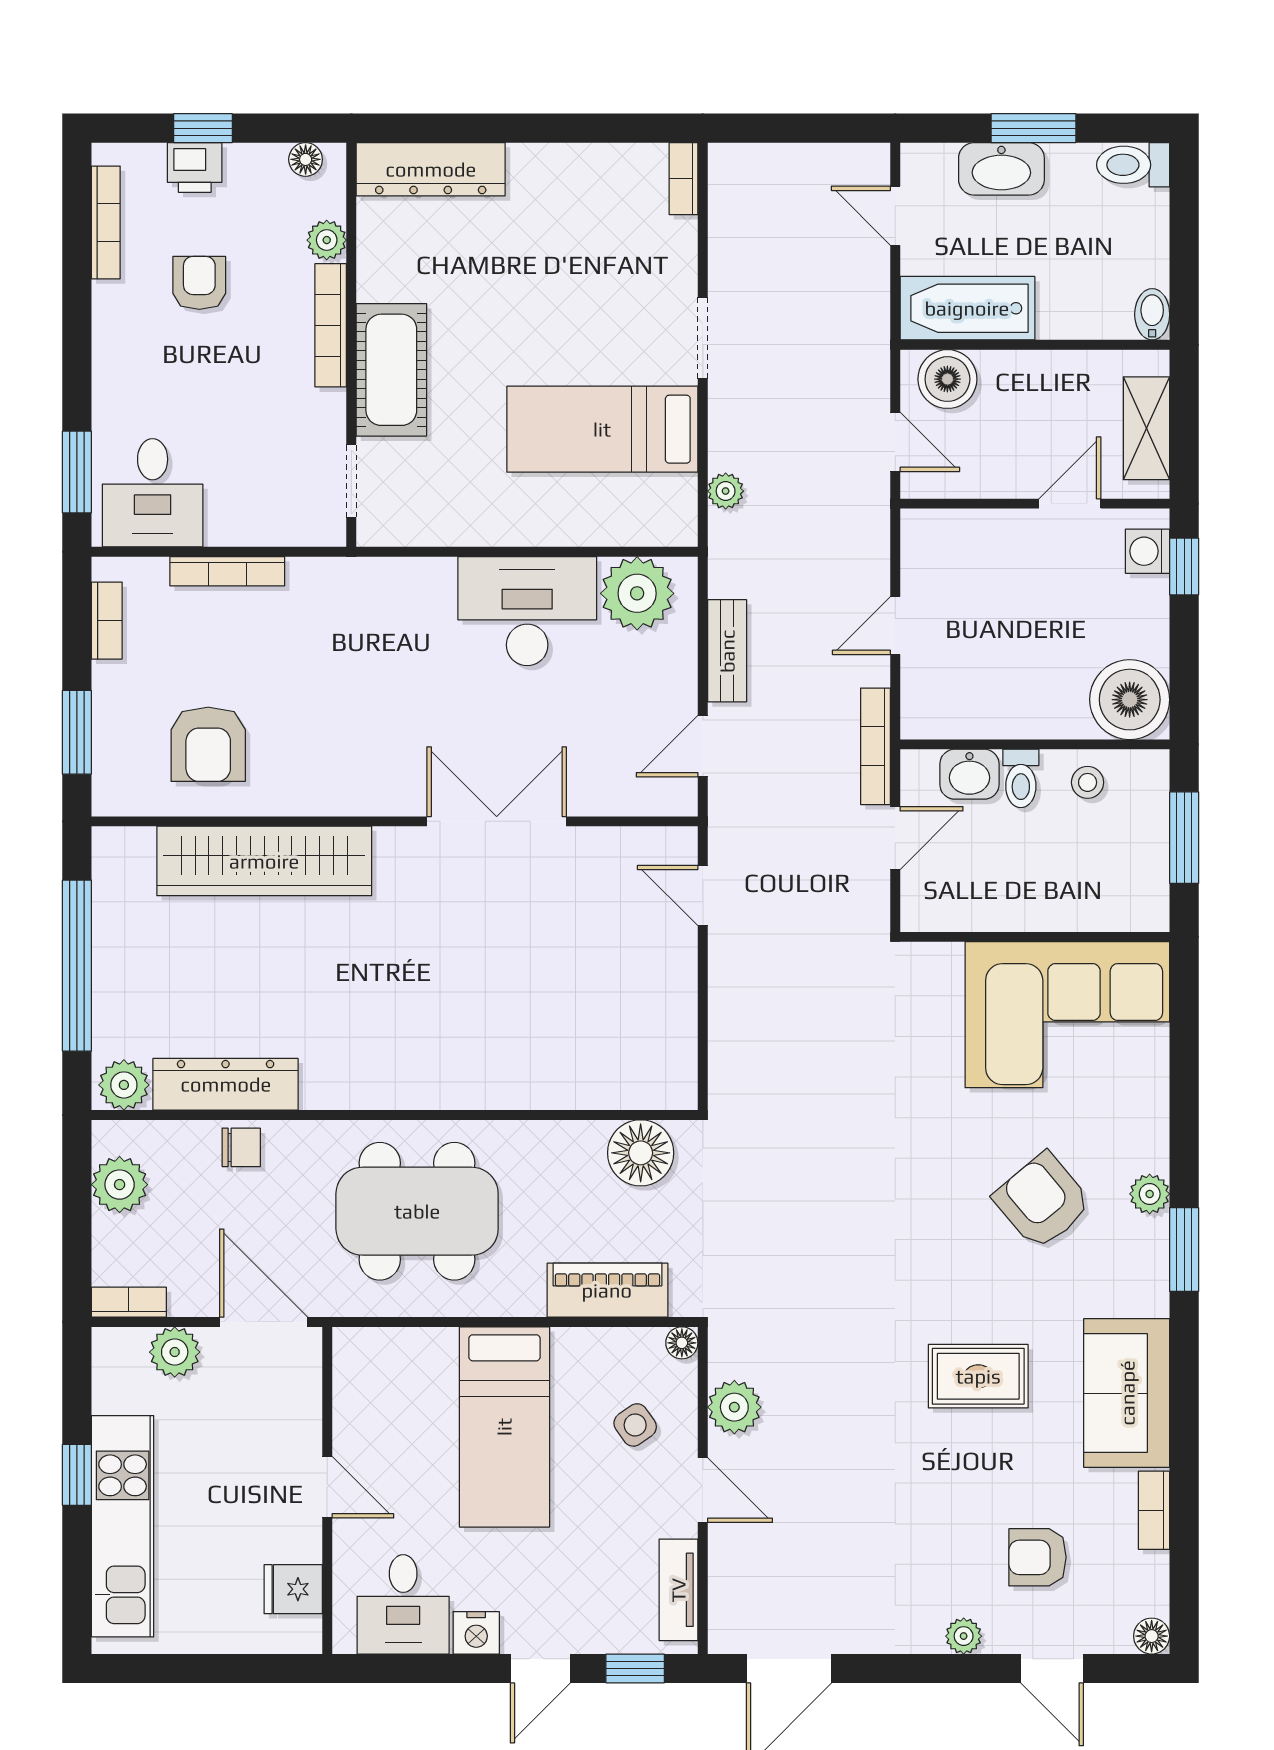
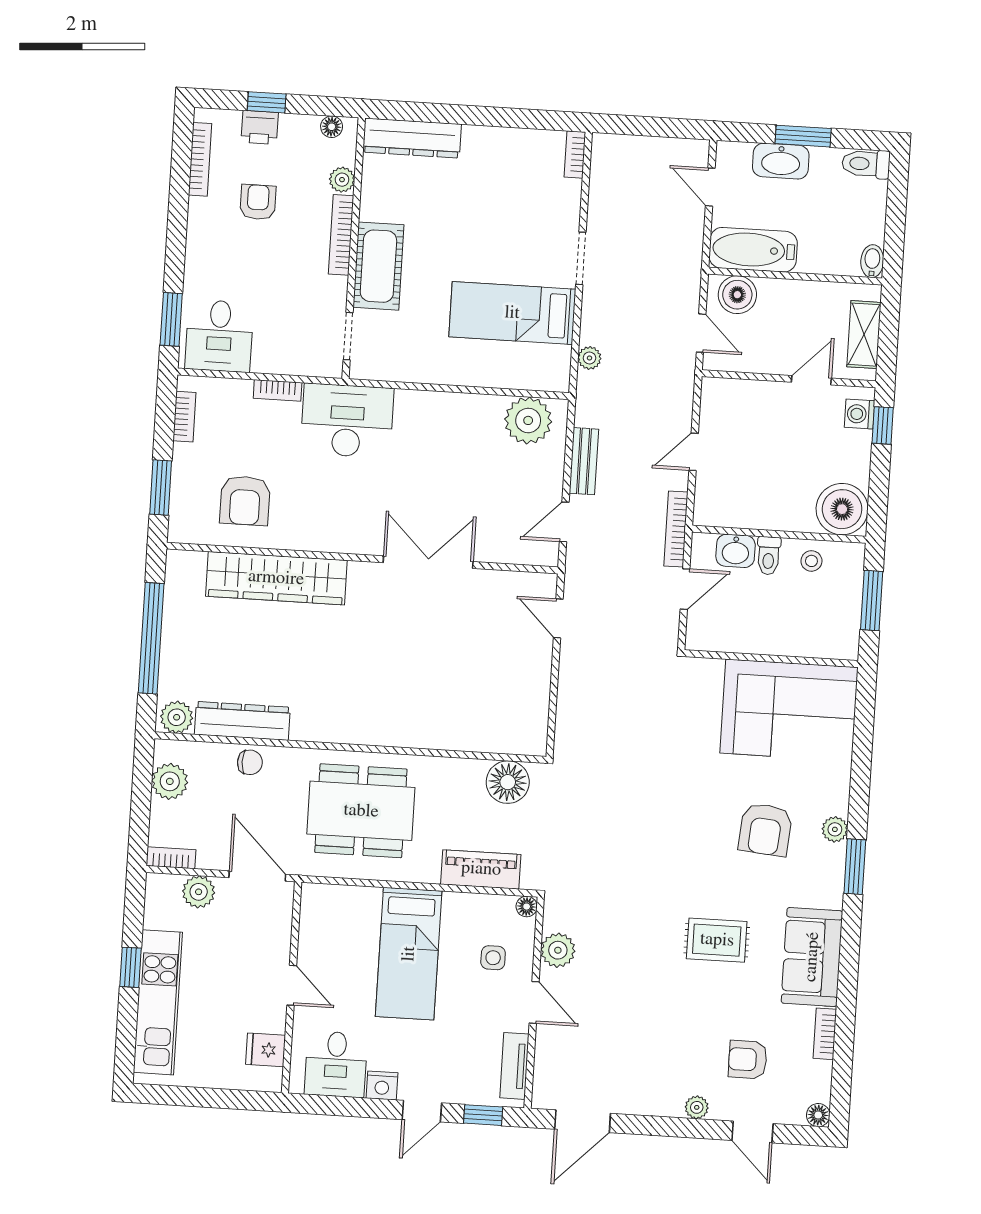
bookcase: (227, 571) -> (278, 390), width x0.64
desk: (527, 611) -> (347, 421), moved
armchair: (1042, 1201) -> (765, 830), turned -135
side table: (635, 1425) -> (493, 958), turned 35

